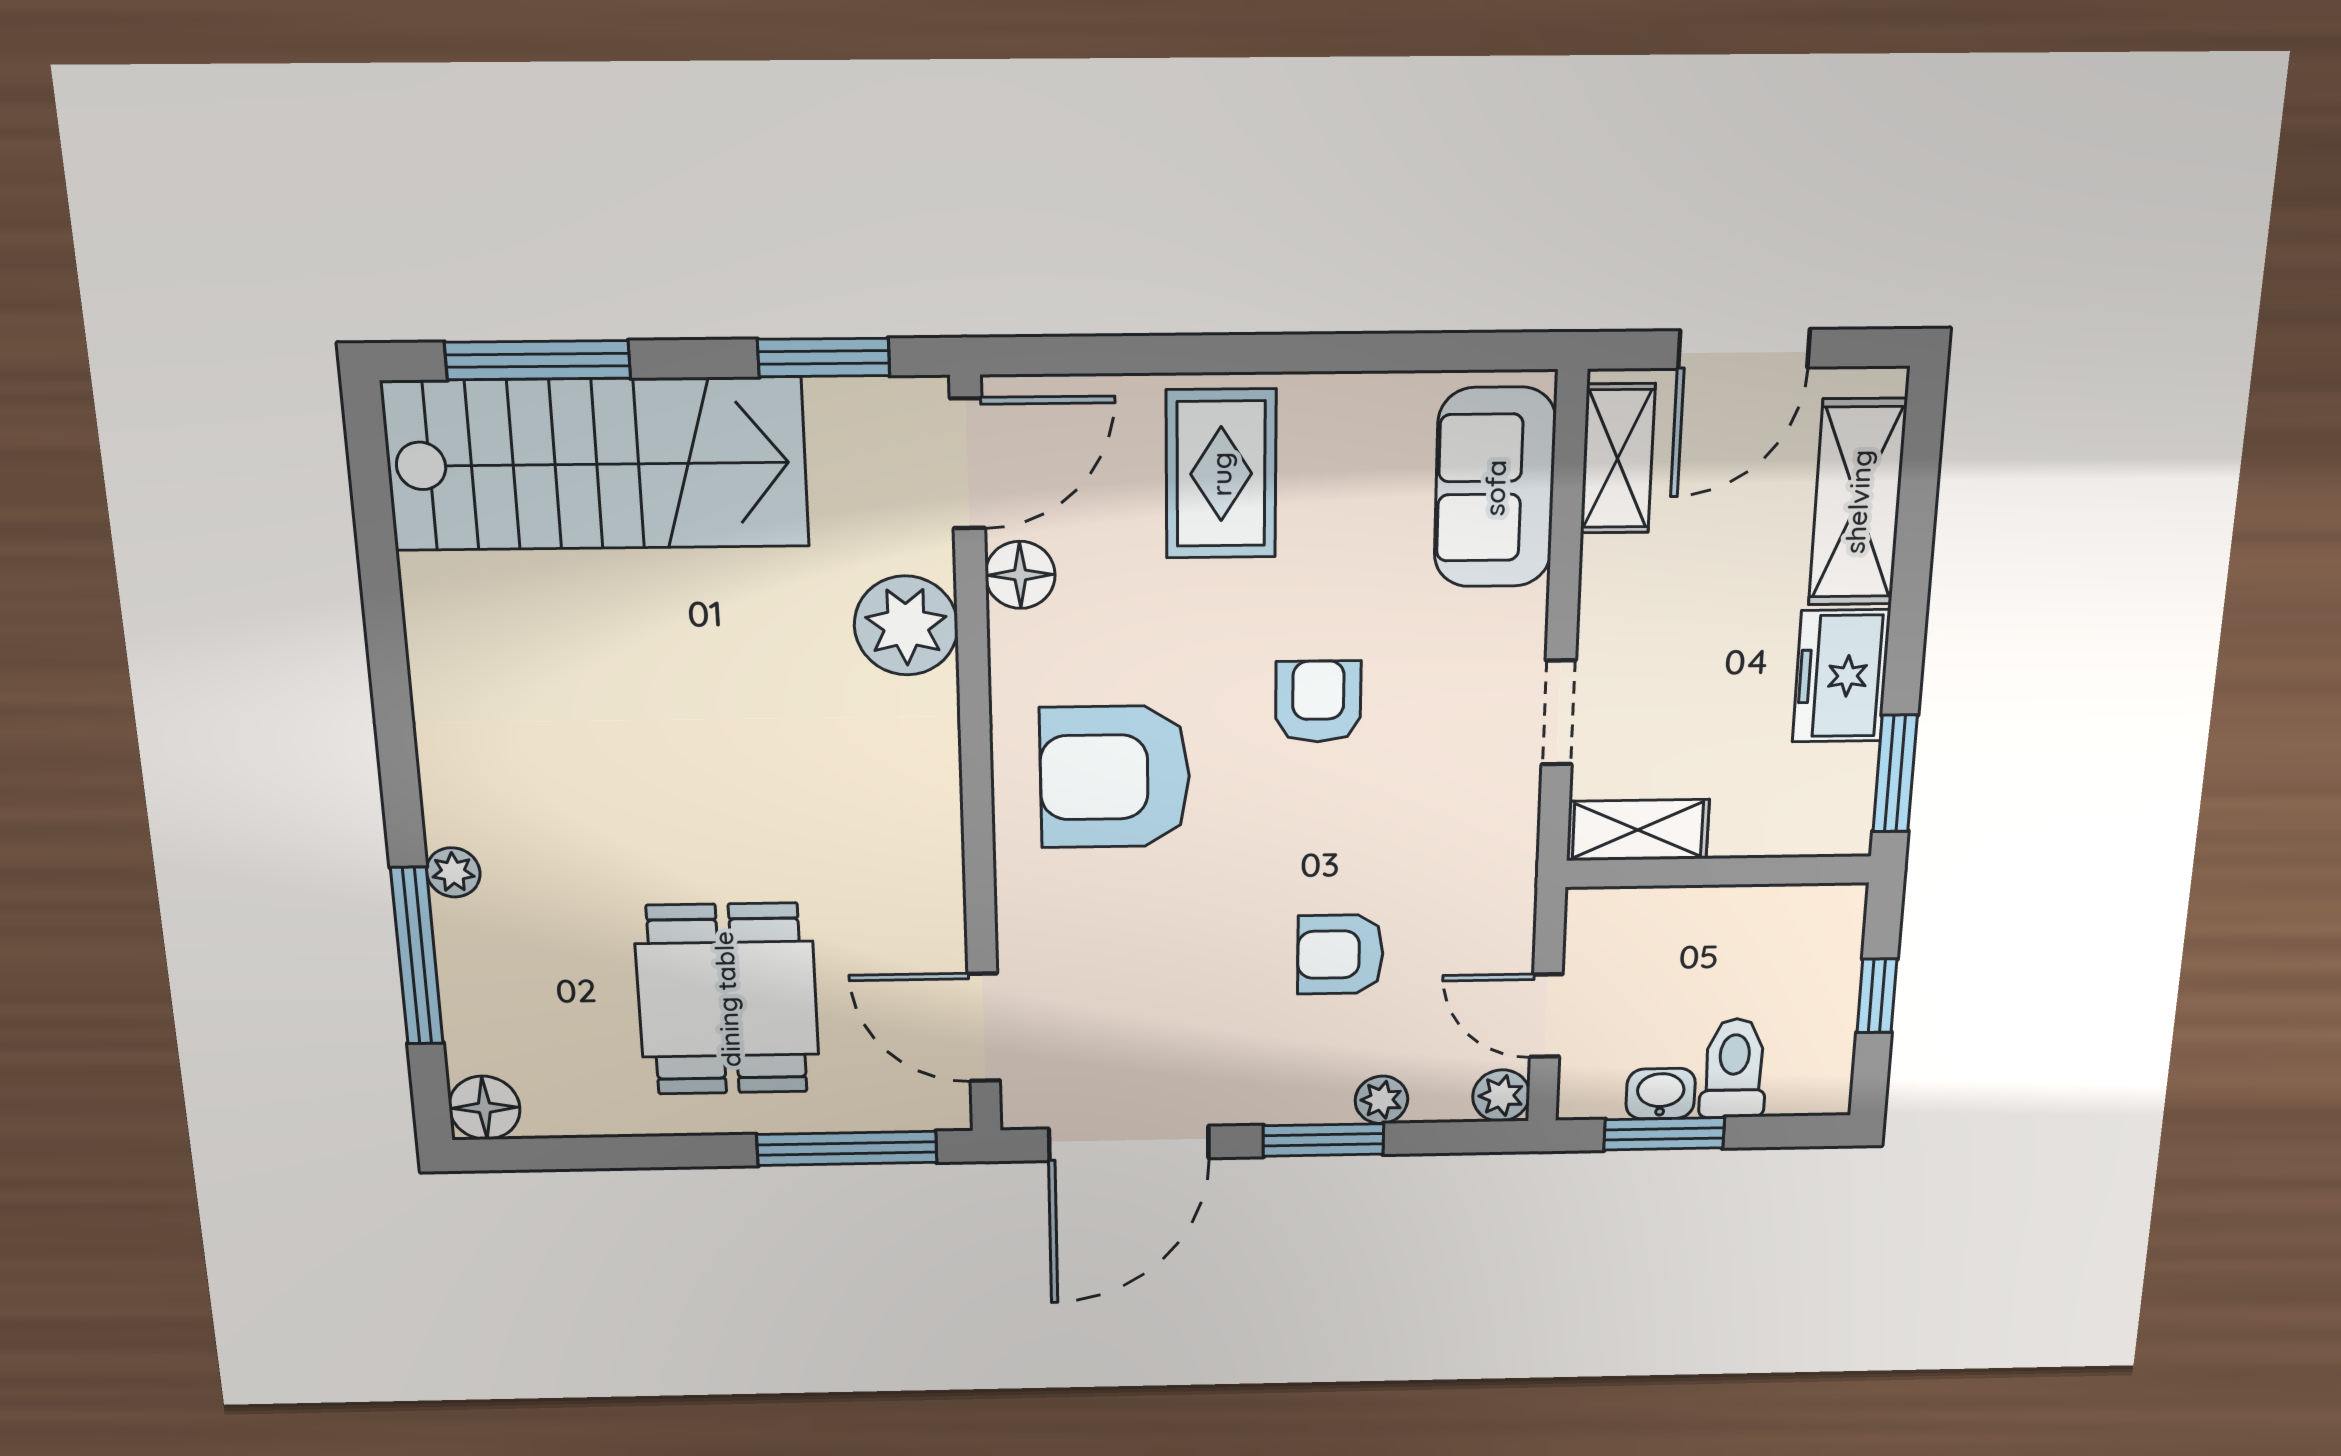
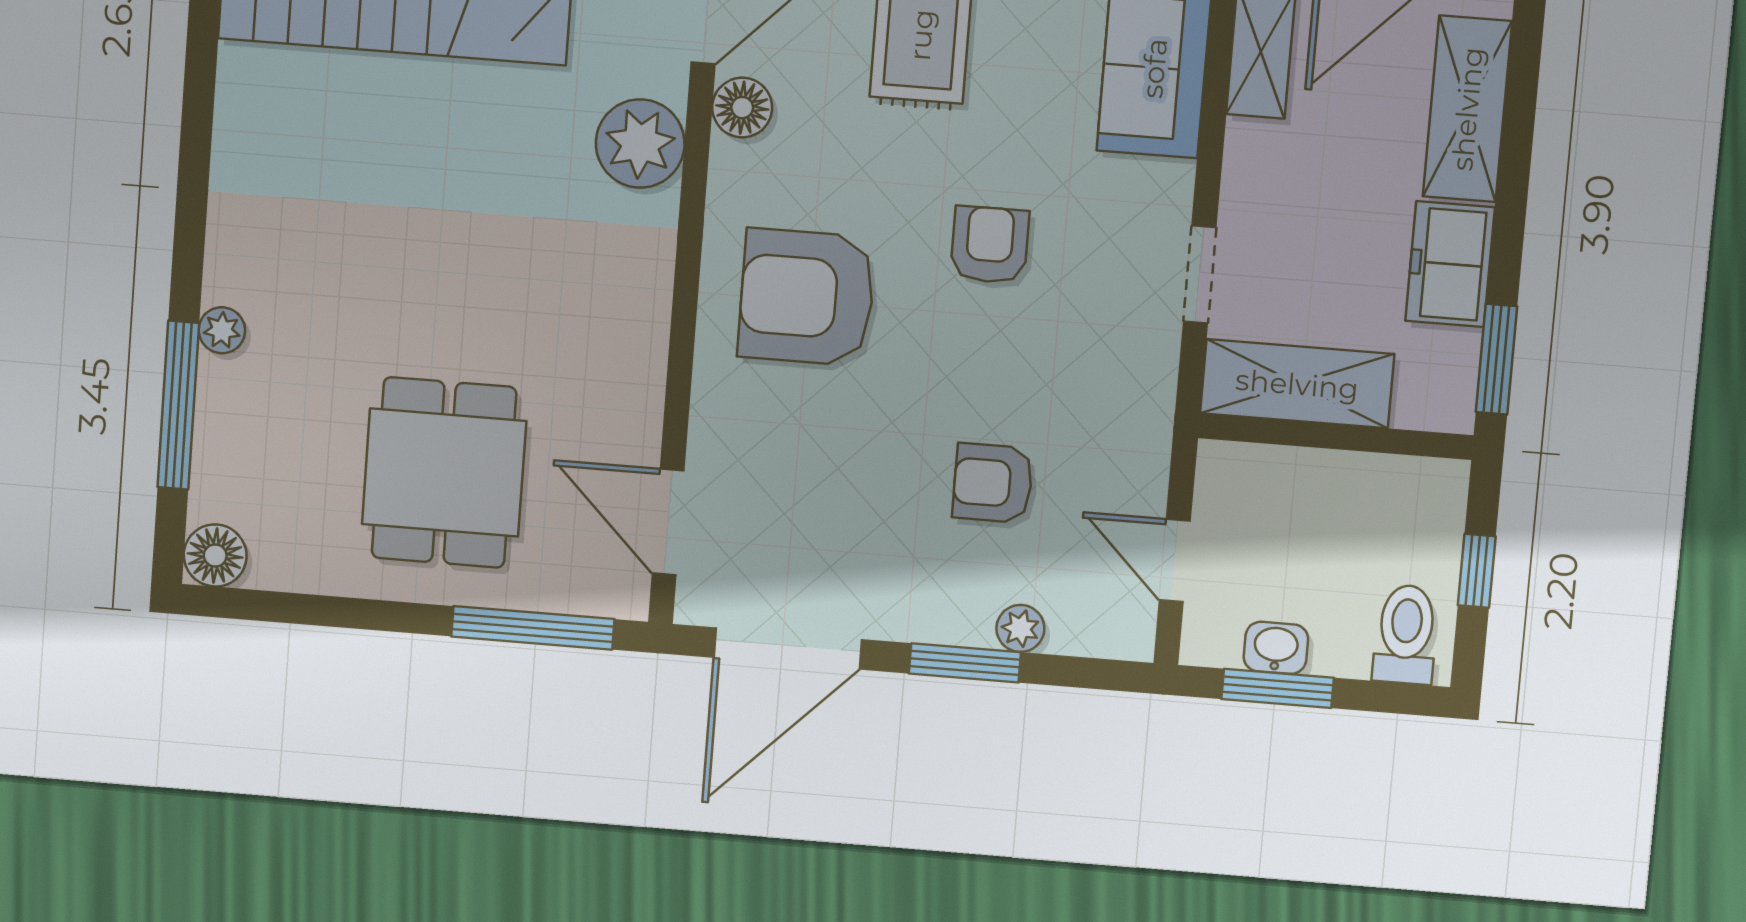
shelving: (1638, 830) -> (1297, 384), width x1.50, depth x1.33
toilet: (1734, 1068) -> (1406, 634), moved
plant: (1501, 1096) -> (1130, 635), removed

